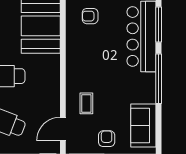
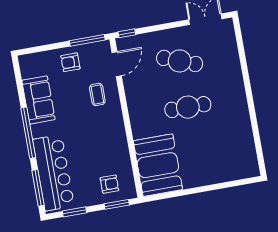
sofa: (143, 125) -> (38, 100), moved
armchair: (107, 139) -> (70, 62), turned 90

